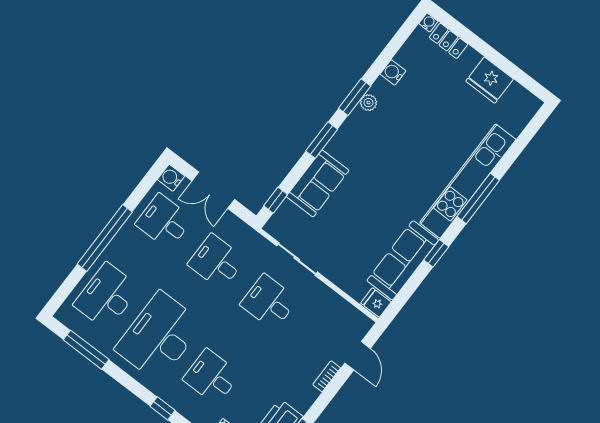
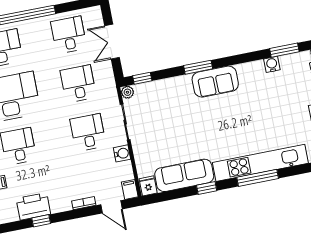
window: (355, 97) -> (284, 50), moved
plant: (369, 103) -> (127, 92), moved
water cooler: (171, 178) -> (122, 153), moved, turned 90
sofa: (318, 183) -> (215, 82), moved
filing cabinet: (361, 322) -> (130, 189), added
door: (358, 356) -> (111, 207), hinge flipped

